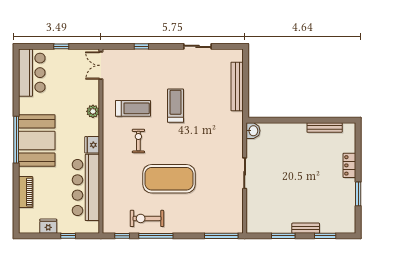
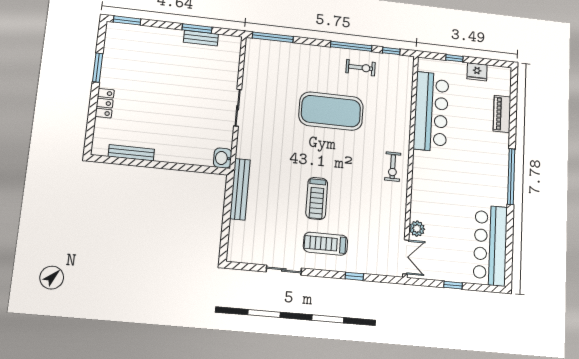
bar counter: (32, 73) -> (490, 245), width x1.36
bench: (237, 86) -> (240, 189), moved
treadmill: (133, 108) -> (325, 244), moved
plant: (93, 111) -> (417, 229), moved
booth: (37, 141) -> (487, 173), removed
exercise bike: (138, 141) -> (393, 167), moved
fridge: (92, 145) -> (421, 161), removed
exercise bike: (147, 218) -> (361, 68), width x0.73, depth x0.72
bench: (306, 228) -> (201, 38), moved
window: (325, 236) -> (127, 20), moved

